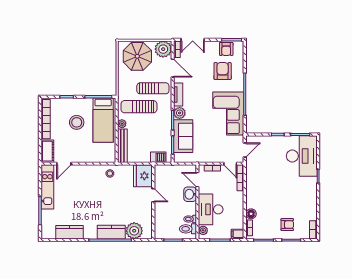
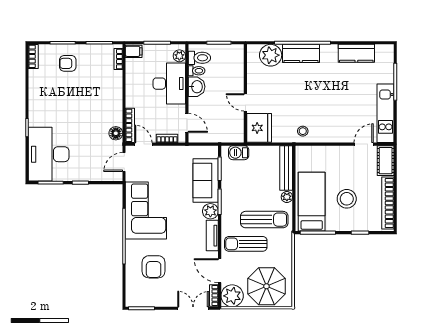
armchair: (226, 49) -> (149, 296), removed
washbasin: (190, 194) -> (197, 87), moved
floor lamp: (251, 214) -> (116, 133), moved

